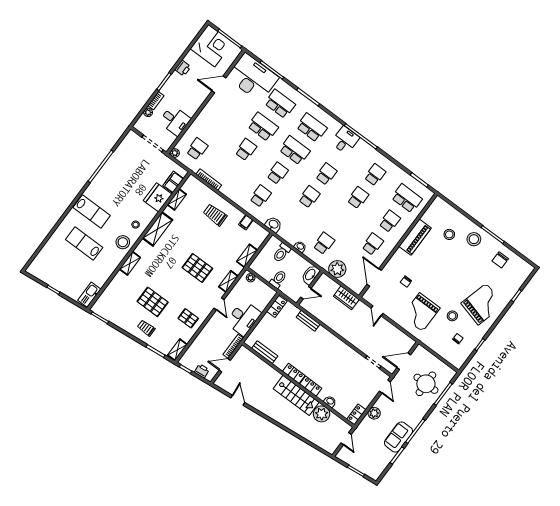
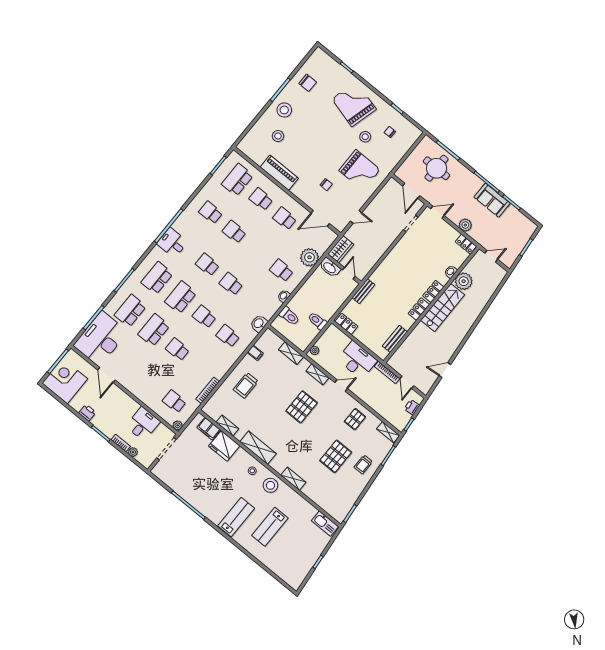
washbasin: (310, 275) -> (330, 267), moved
wall: (310, 288) -> (344, 269), moved
door: (306, 293) -> (349, 273), moved

